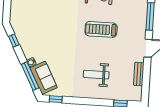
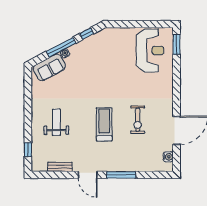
window: (30, 76) -> (61, 47), moved
window: (56, 99) -> (28, 81), removed

